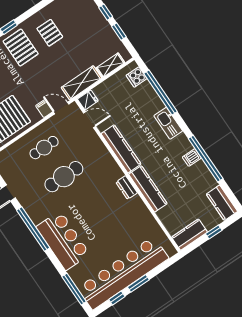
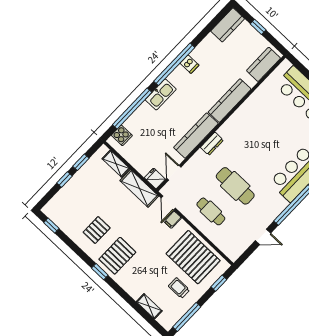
window: (206, 159) -> (174, 64), moved
dresser: (127, 187) -> (212, 144), moved
kitchen counter: (190, 235) -> (263, 64), moved, turned 90

